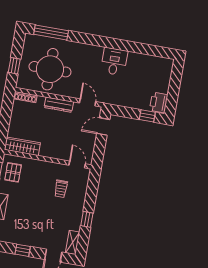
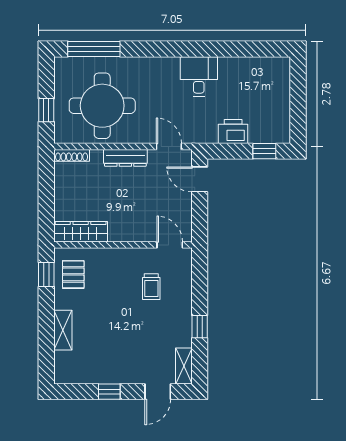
printer: (159, 102) -> (233, 132), moved, turned 90
door: (103, 126) -> (200, 179), hinge flipped

